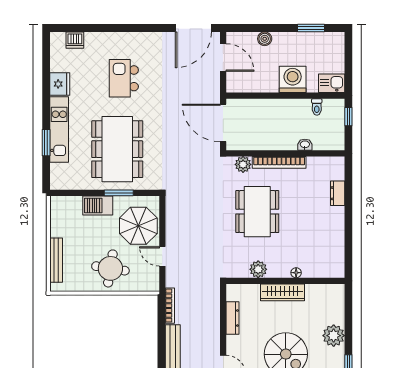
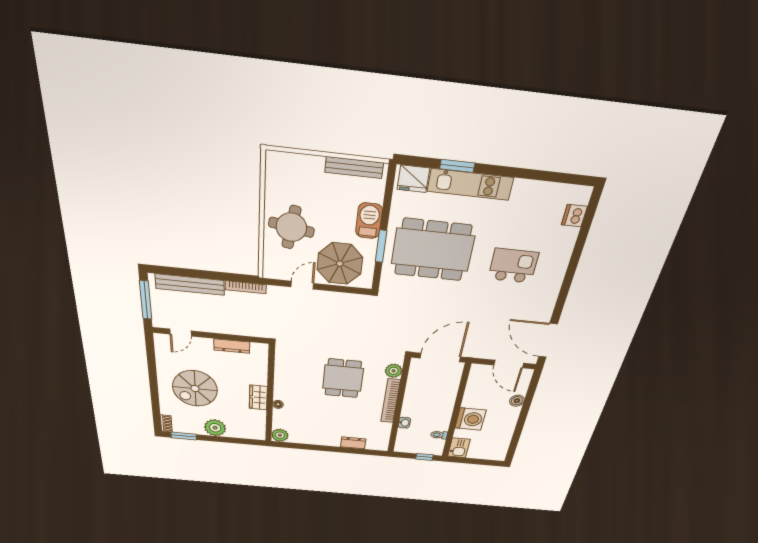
window: (311, 28) -> (516, 437), removed
door: (223, 57) -> (509, 364), hinge flipped
fridge: (60, 84) -> (413, 179), moved
dining table: (257, 212) -> (343, 378), width x0.73
bench: (56, 260) -> (354, 168), moved
plant: (258, 269) -> (280, 435), moved
wardrobe: (282, 292) -> (258, 397), width x0.67

